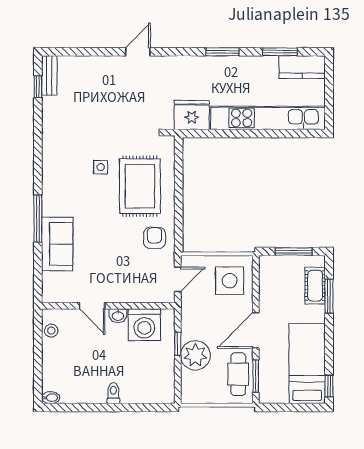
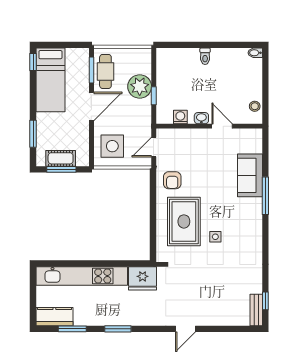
cot: (315, 286) -> (61, 158), moved, turned 90
washing machine: (144, 325) -> (180, 117), width x0.53, depth x0.53

